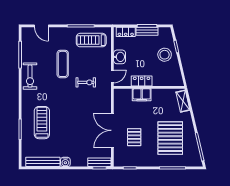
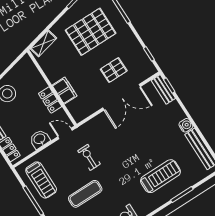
treadmill: (42, 123) -> (160, 176), turned 180

